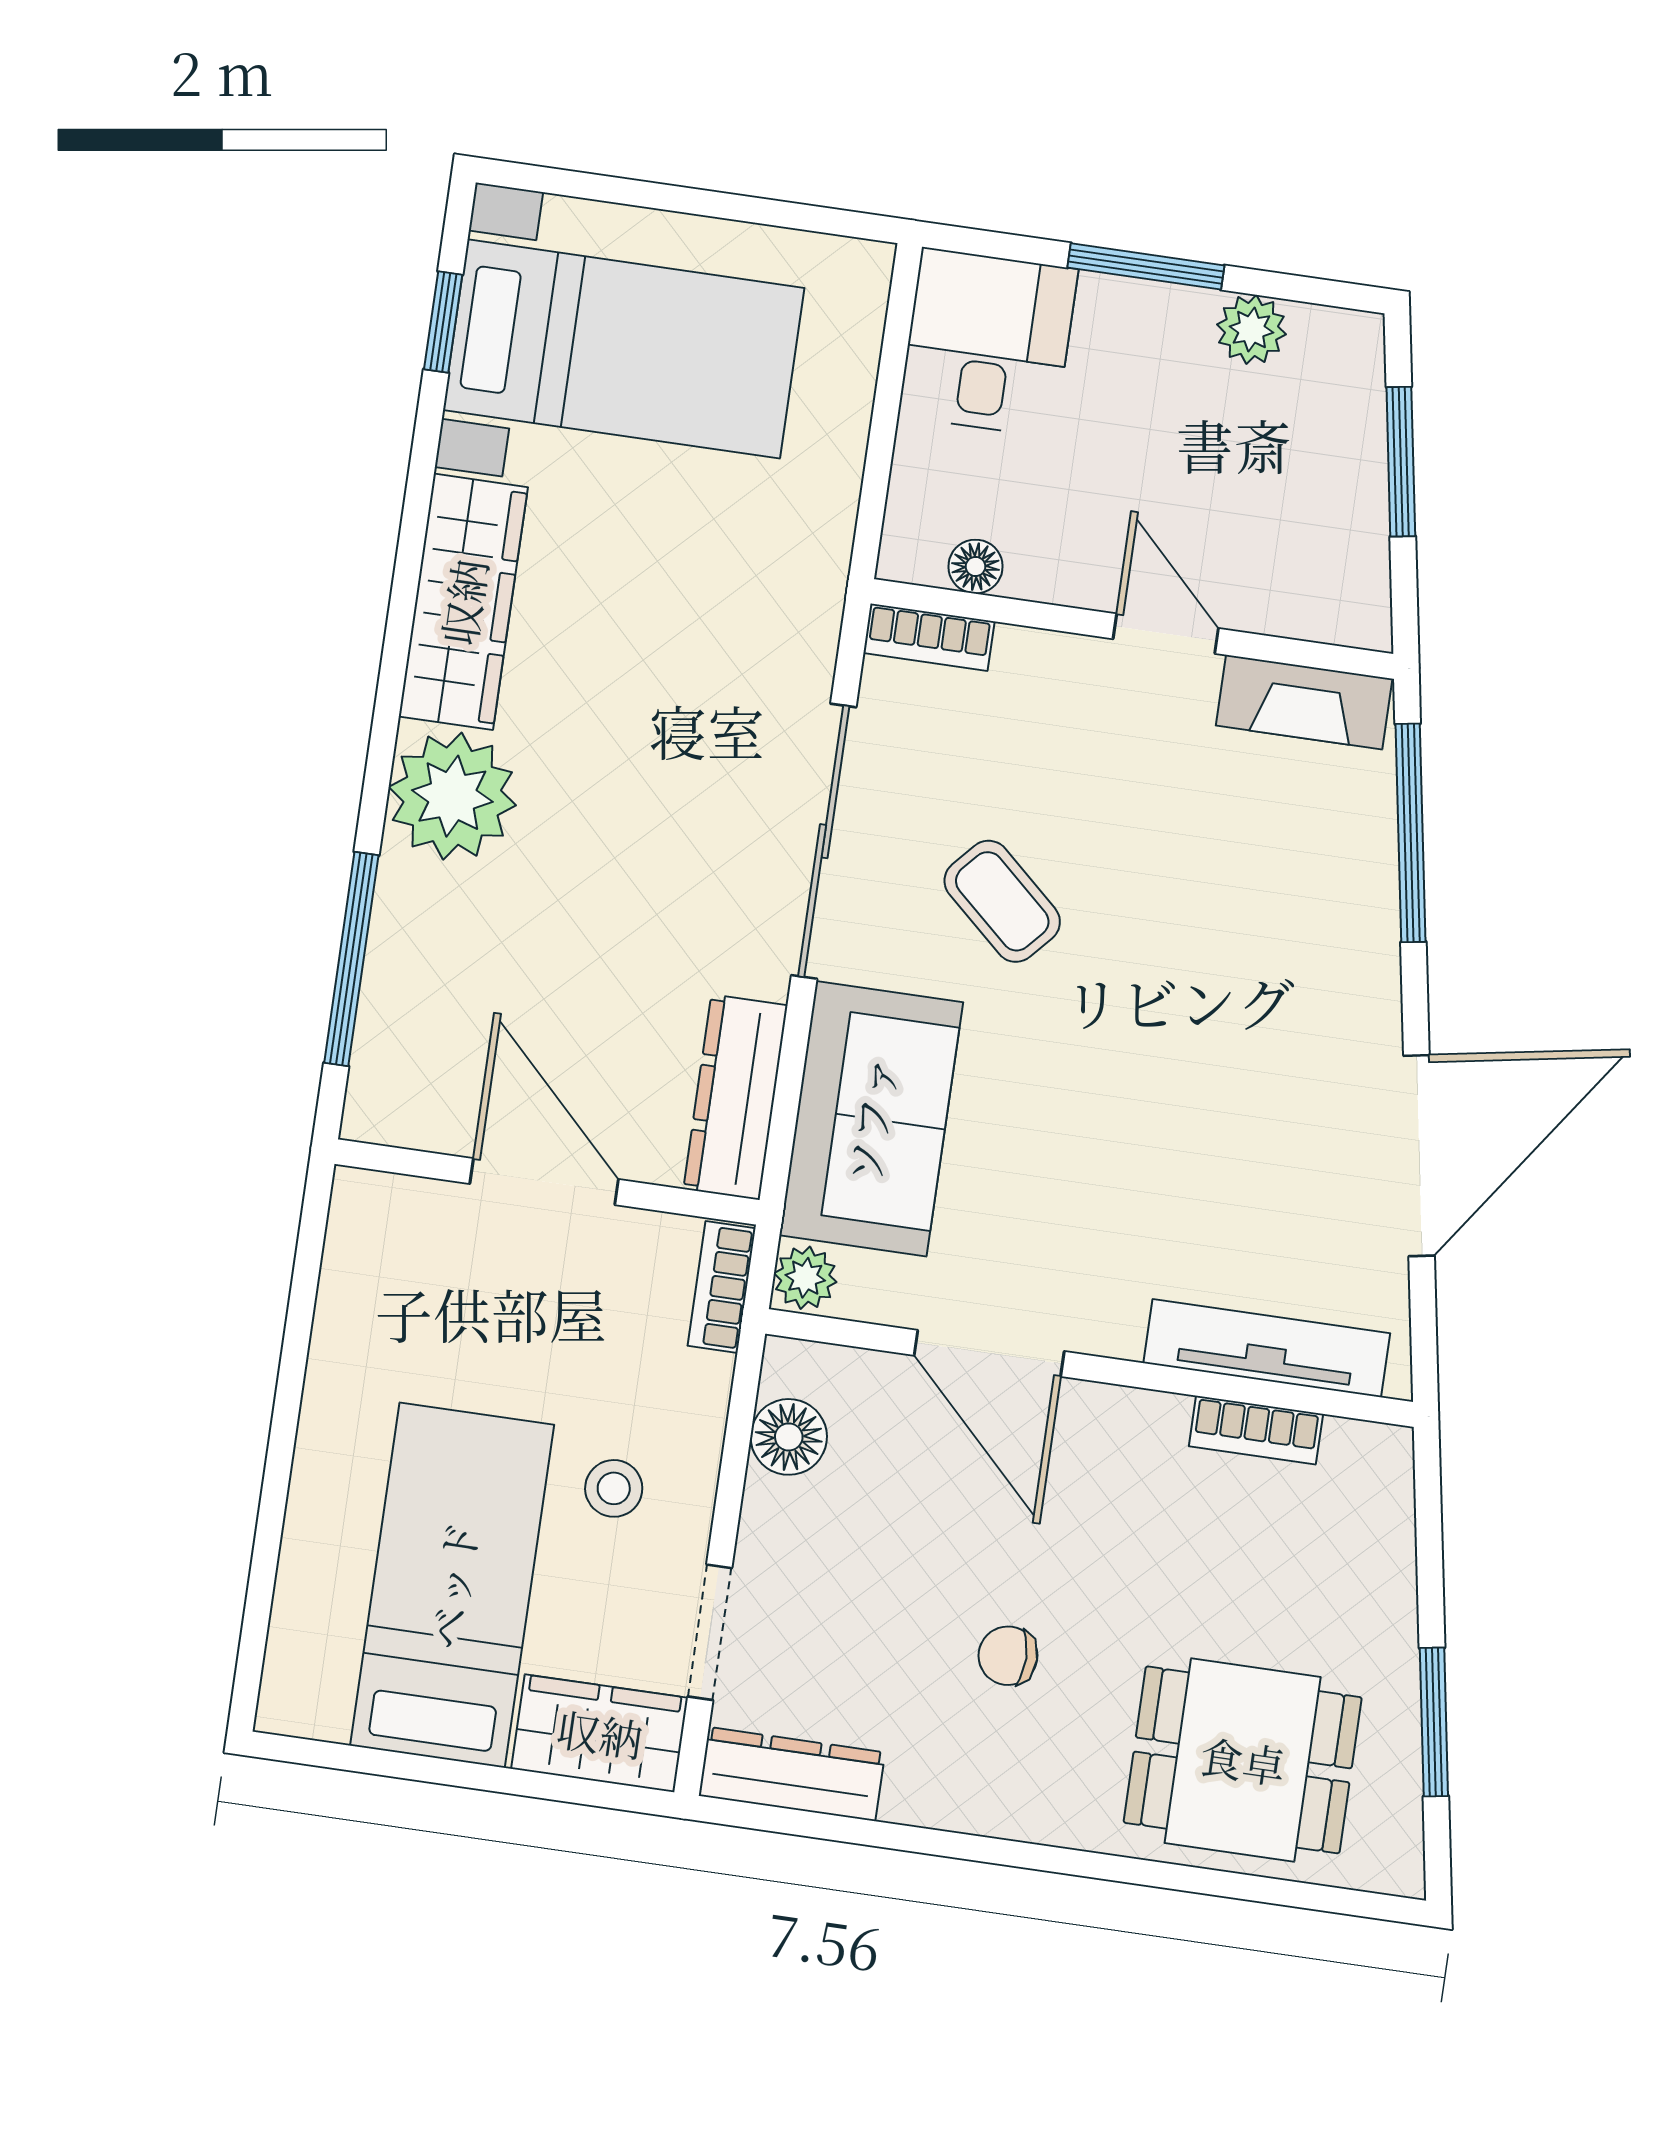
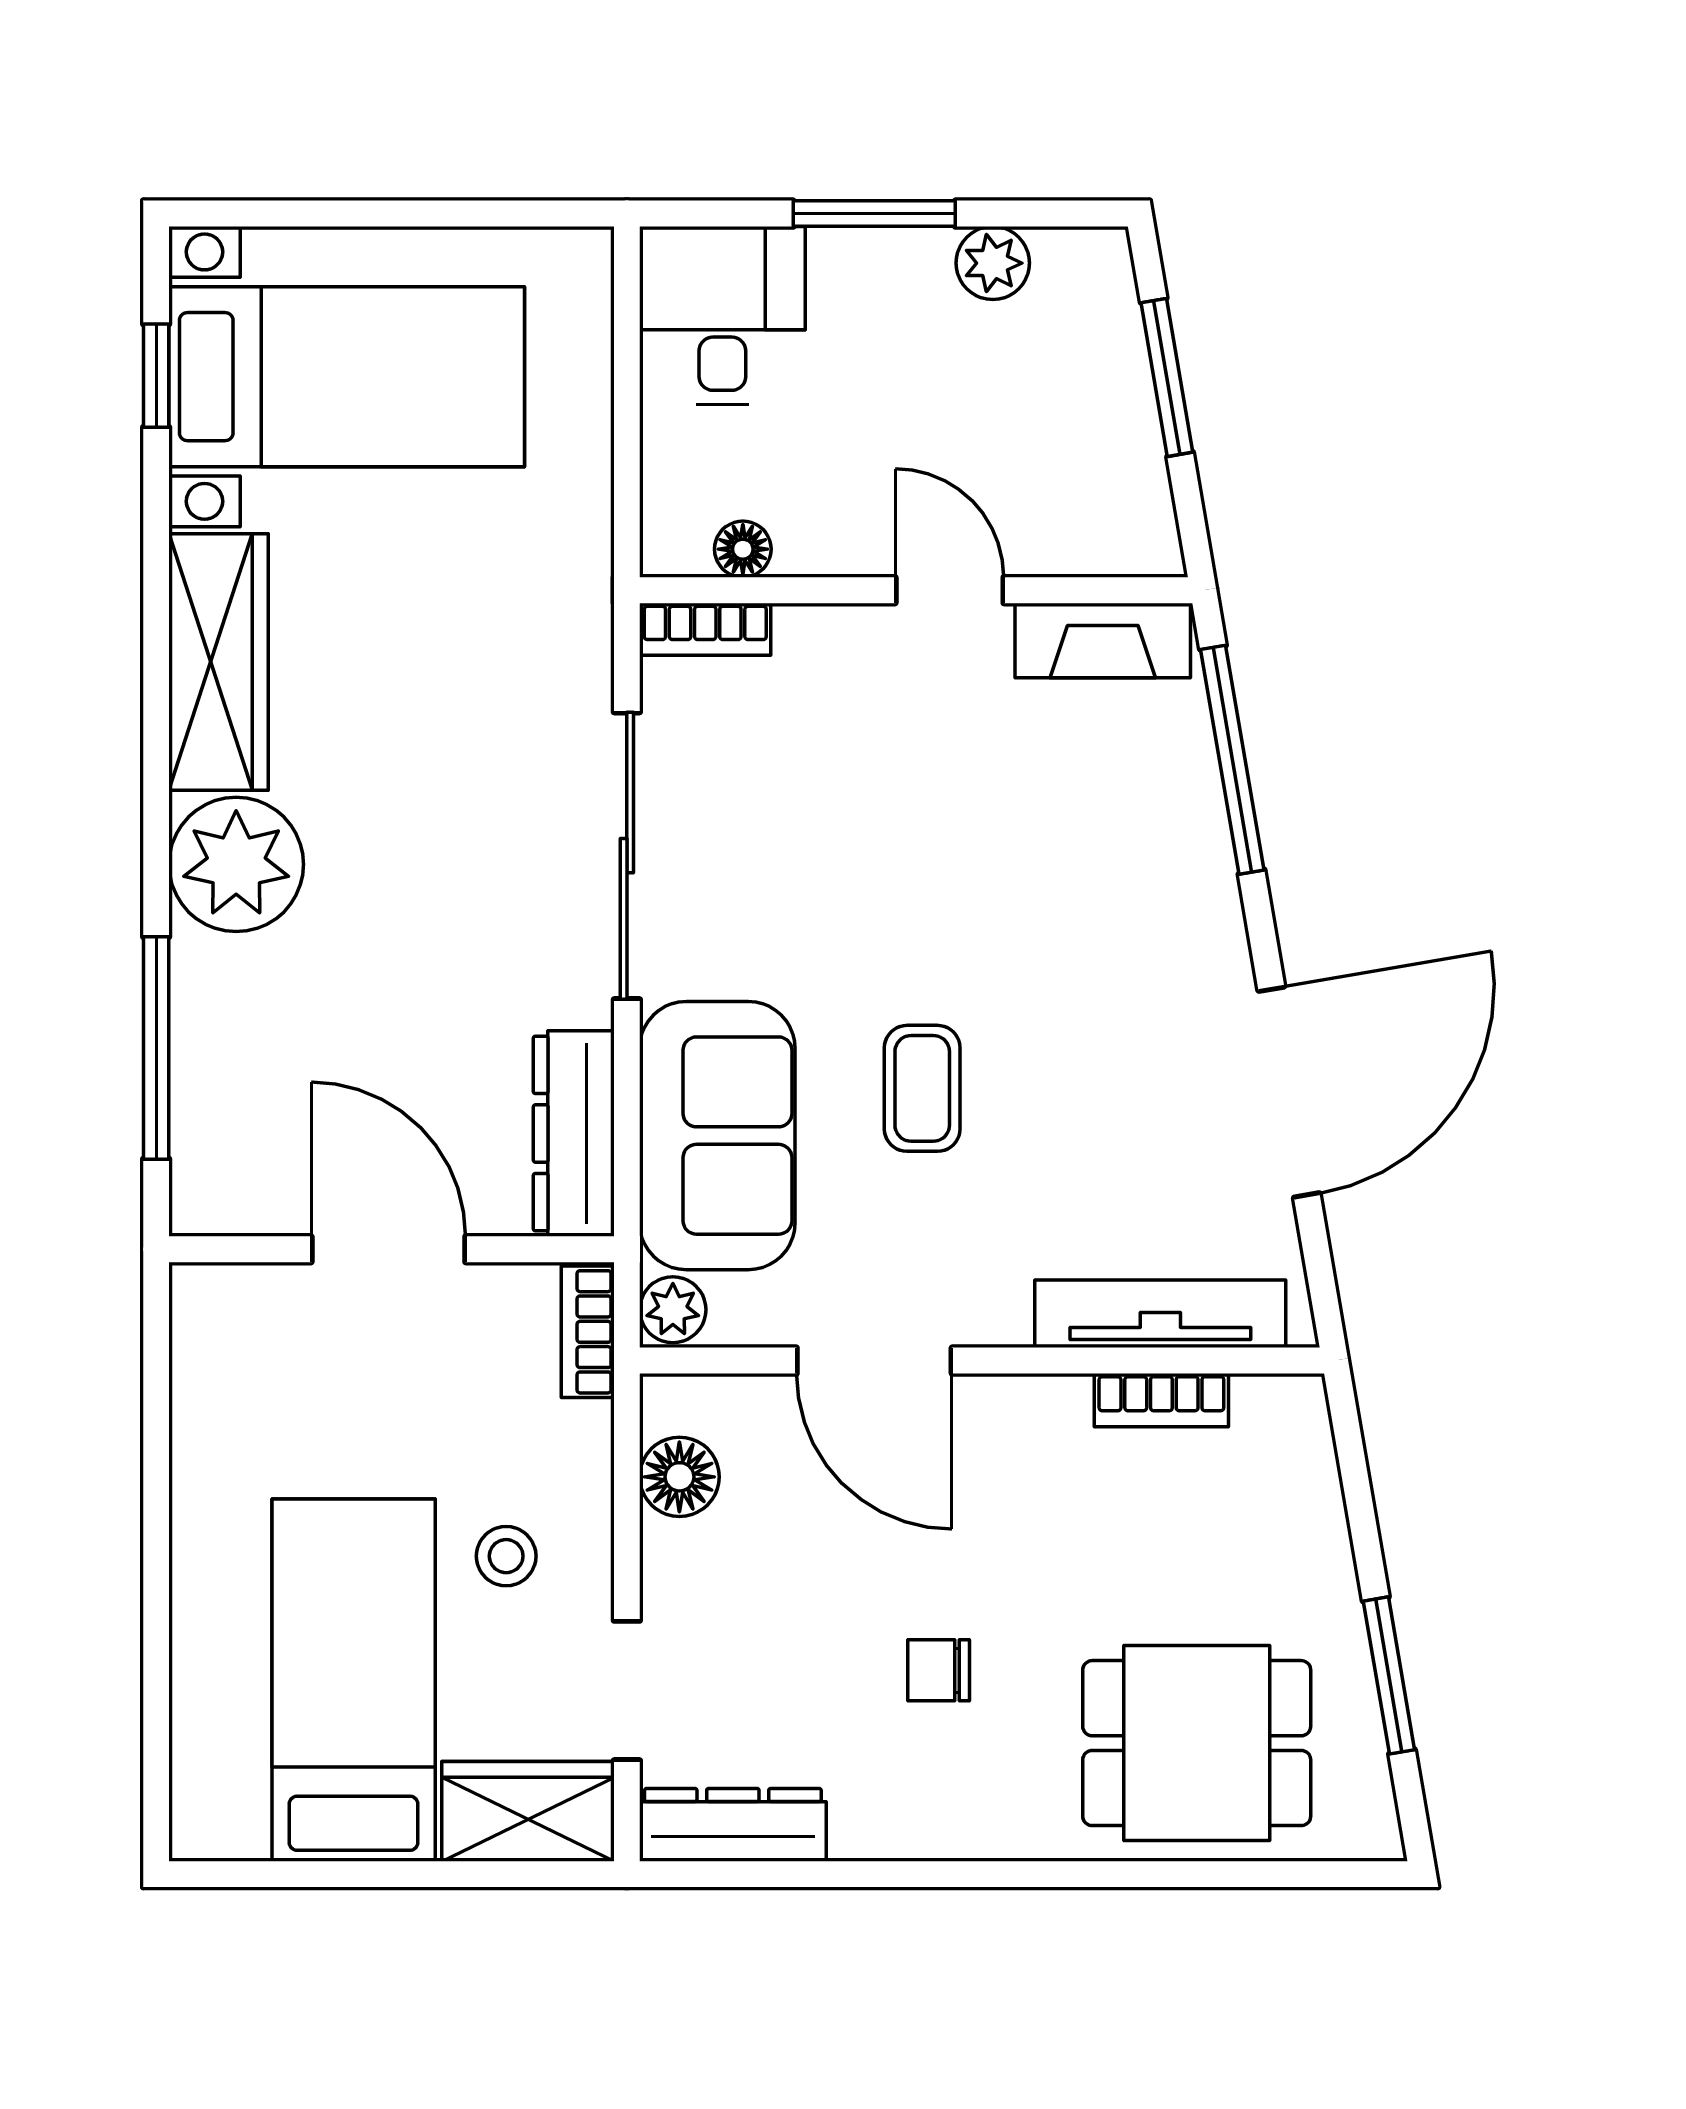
coffee table: (1002, 901) -> (922, 1088), moved, turned 48

